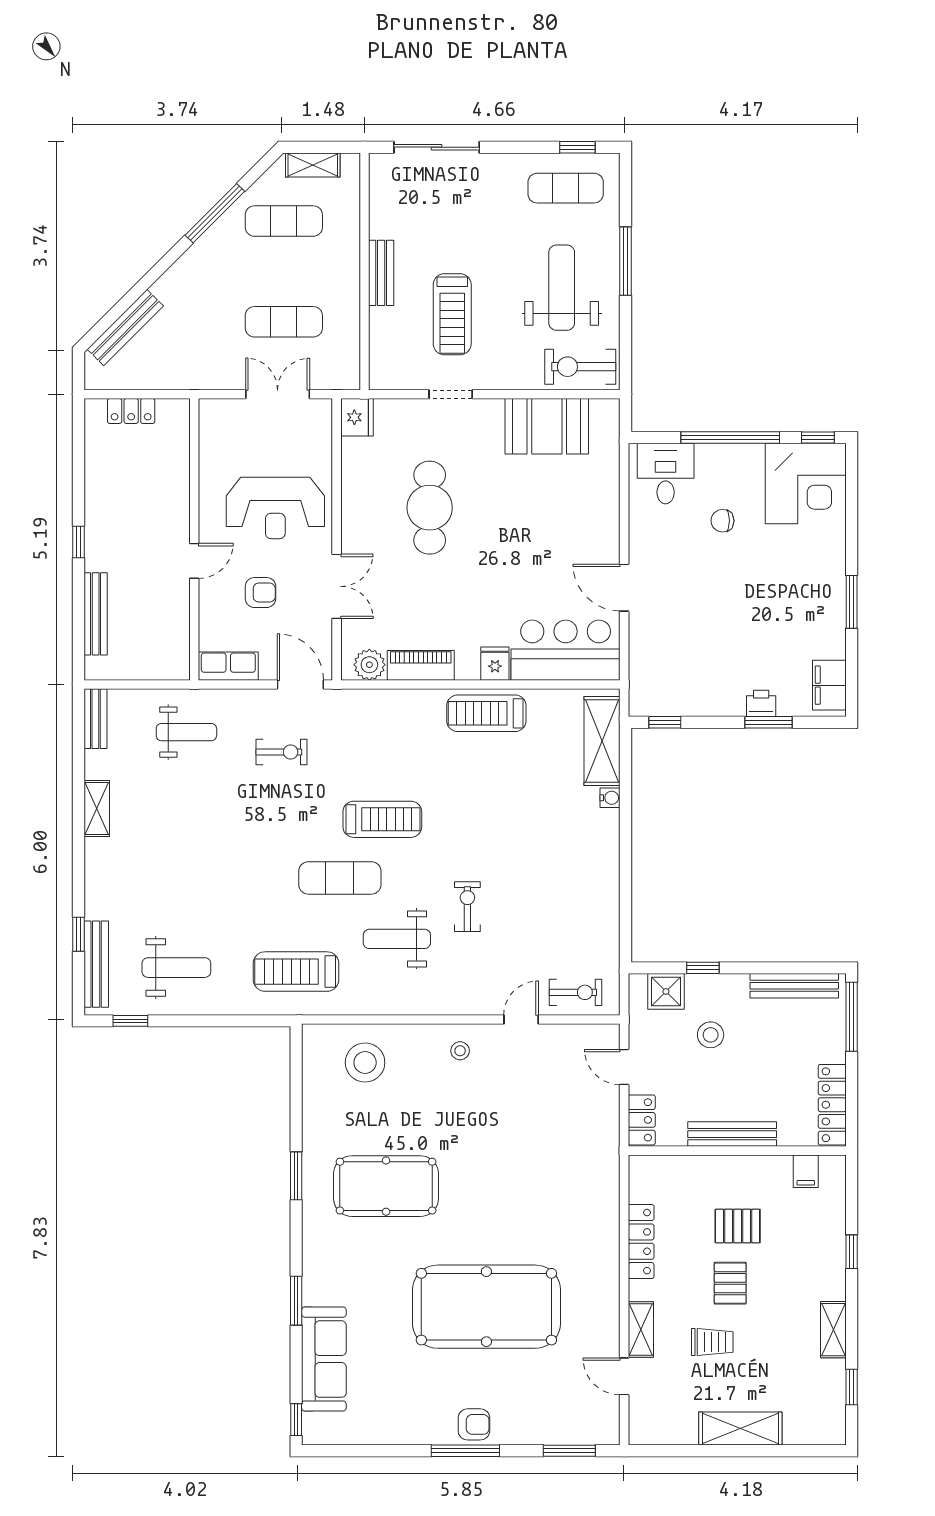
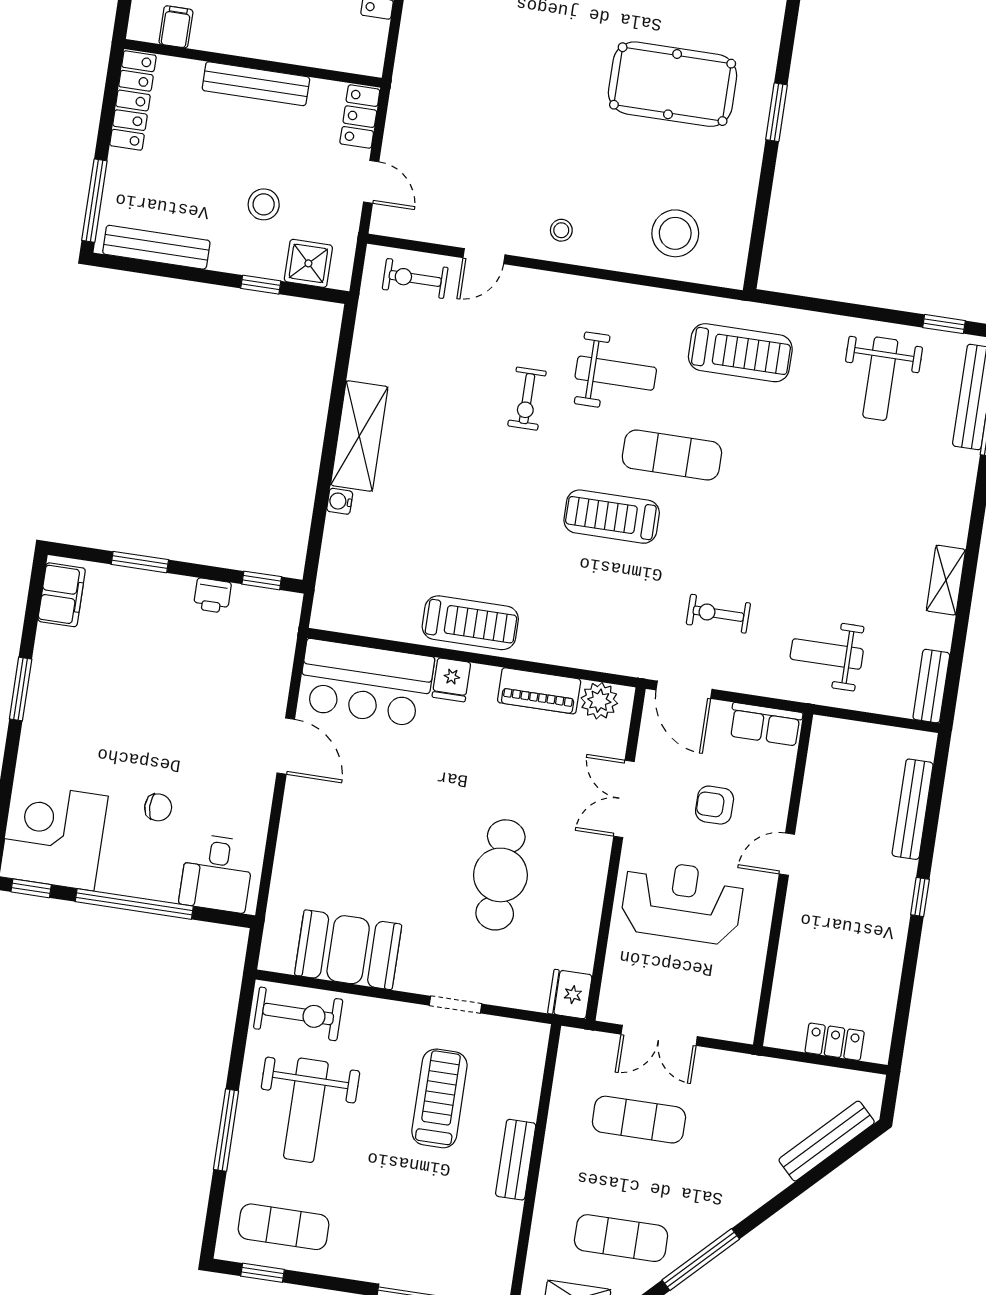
printer: (761, 703) -> (212, 596), moved
shelving: (602, 741) -> (359, 436), moved
weight bench: (176, 968) -> (880, 379), turned -90

